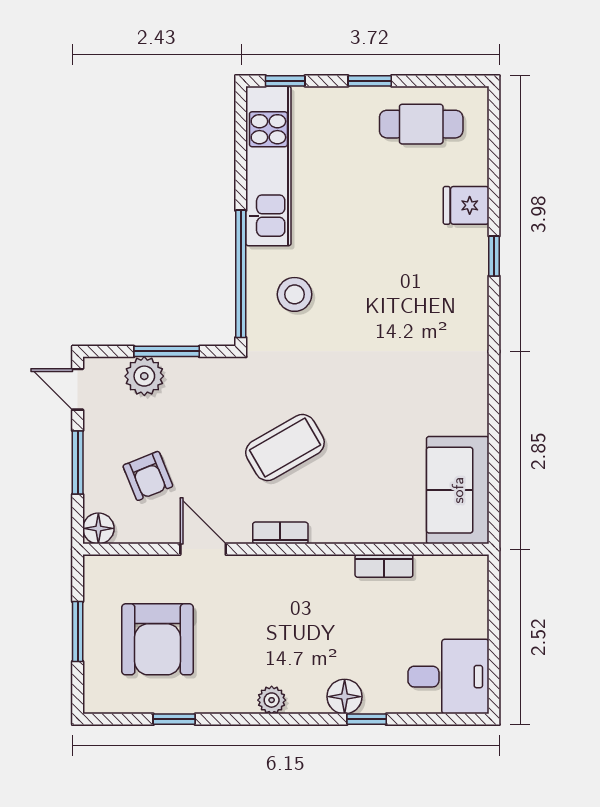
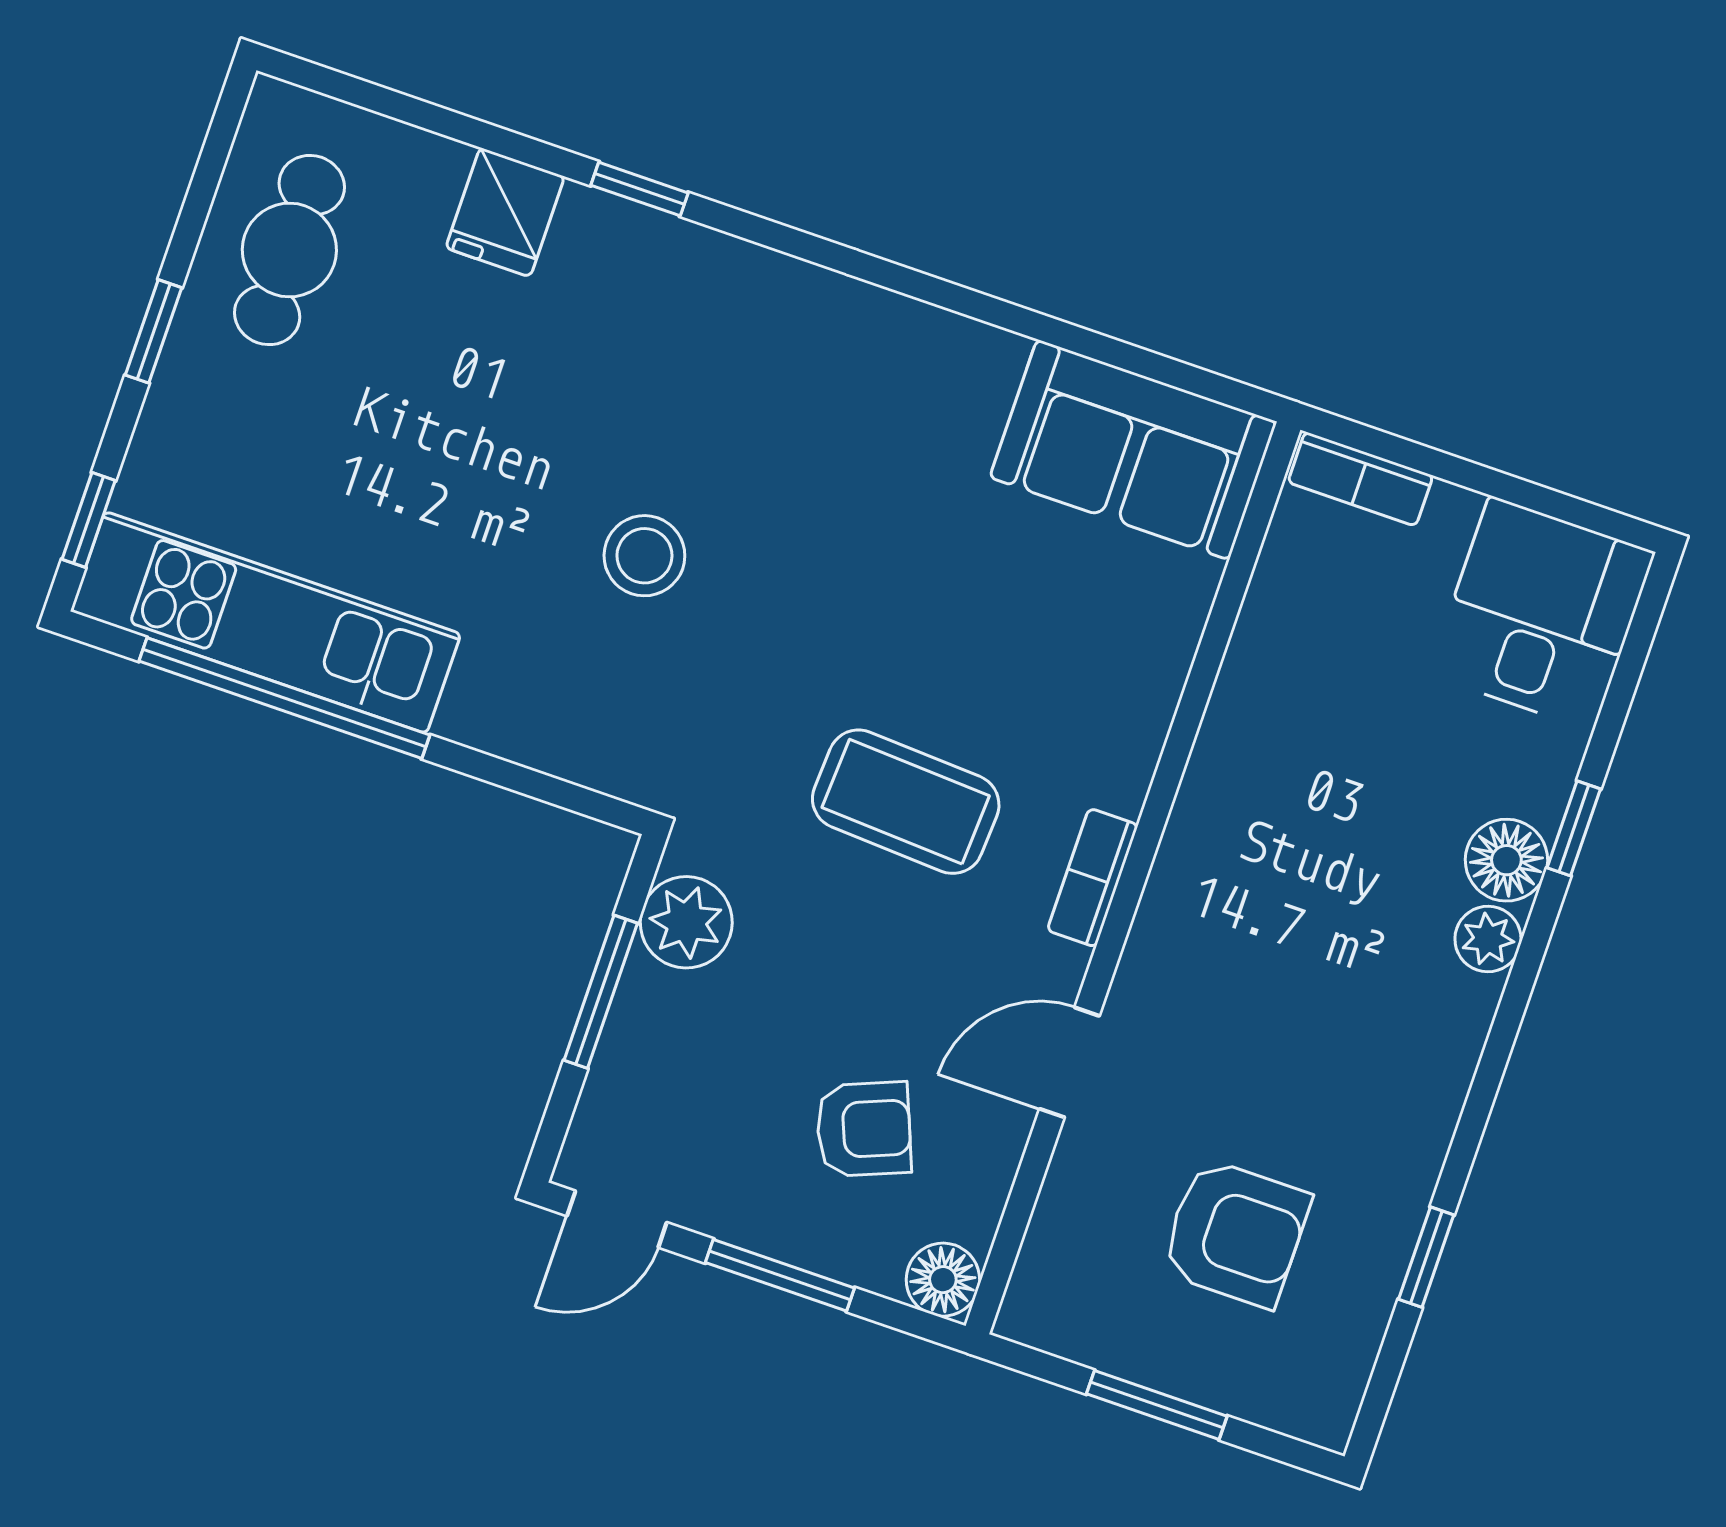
window: (241, 274) -> (284, 698), moved
stool: (295, 294) -> (644, 556), moved
plant: (144, 376) -> (686, 922), moved
coffee table: (285, 448) -> (906, 802), turned -57
bookcase: (384, 566) -> (1360, 479), moved, turned 90
armchair: (158, 639) -> (1235, 1233), width x0.73, depth x0.73
plant: (272, 700) -> (1488, 939), moved

